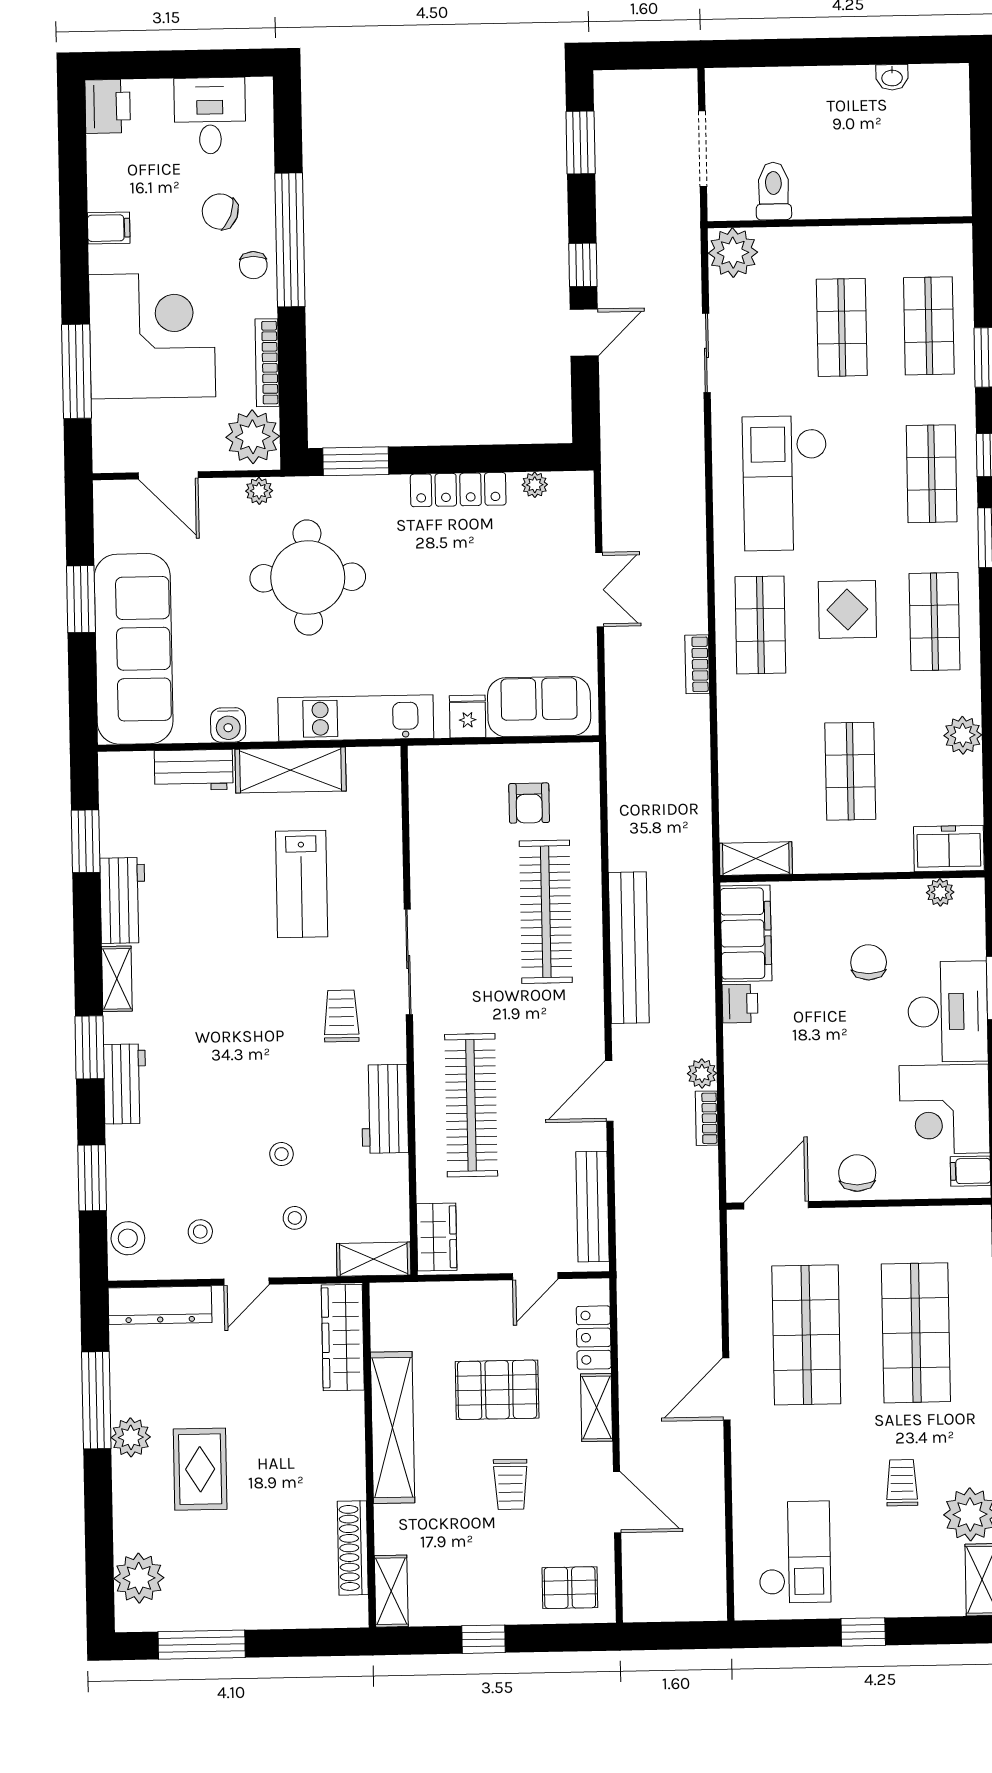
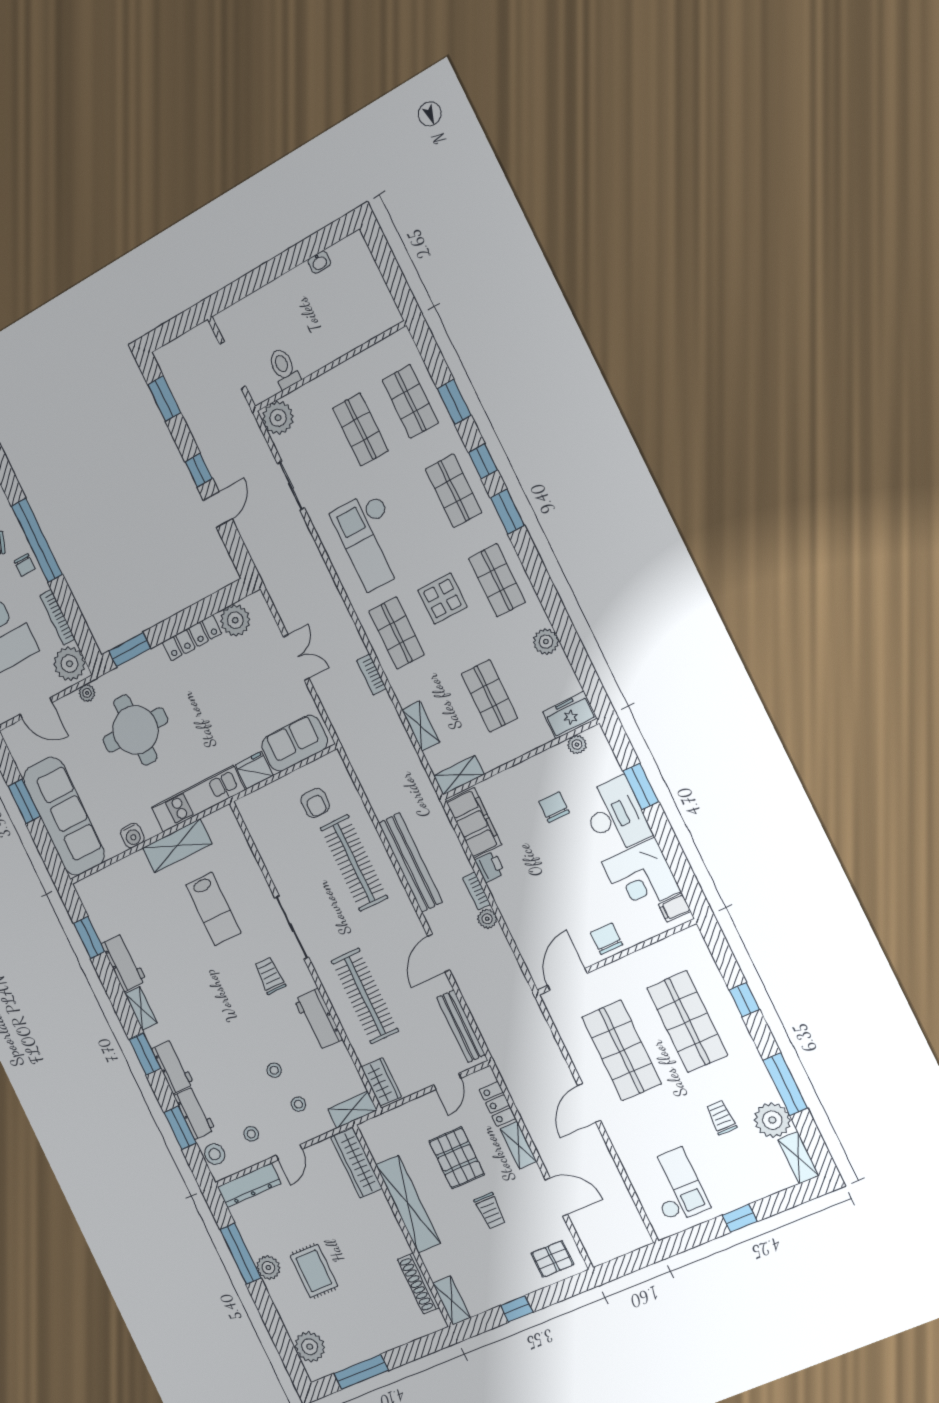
plant: (535, 485) -> (235, 620), width x1.88, depth x1.88
fridge: (468, 717) -> (254, 770), width x1.38
shelving: (734, 767) -> (421, 726), added
workbench: (194, 770) -> (195, 1113), moved, turned -90
bookcase: (707, 1118) -> (477, 891), moved
pallet: (497, 1390) -> (457, 1158), turned 90

